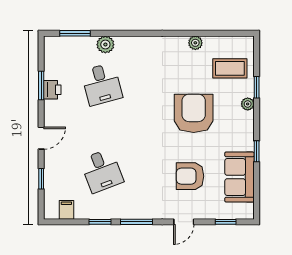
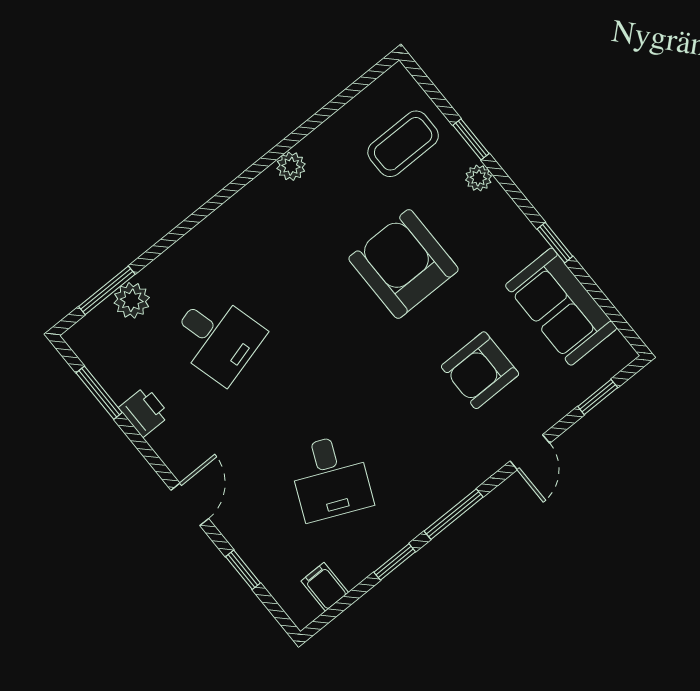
plant: (195, 43) -> (291, 166), moved
plant: (105, 45) -> (132, 300), moved
window: (41, 86) -> (99, 393), moved
desk: (102, 171) -> (330, 477), turned 45

